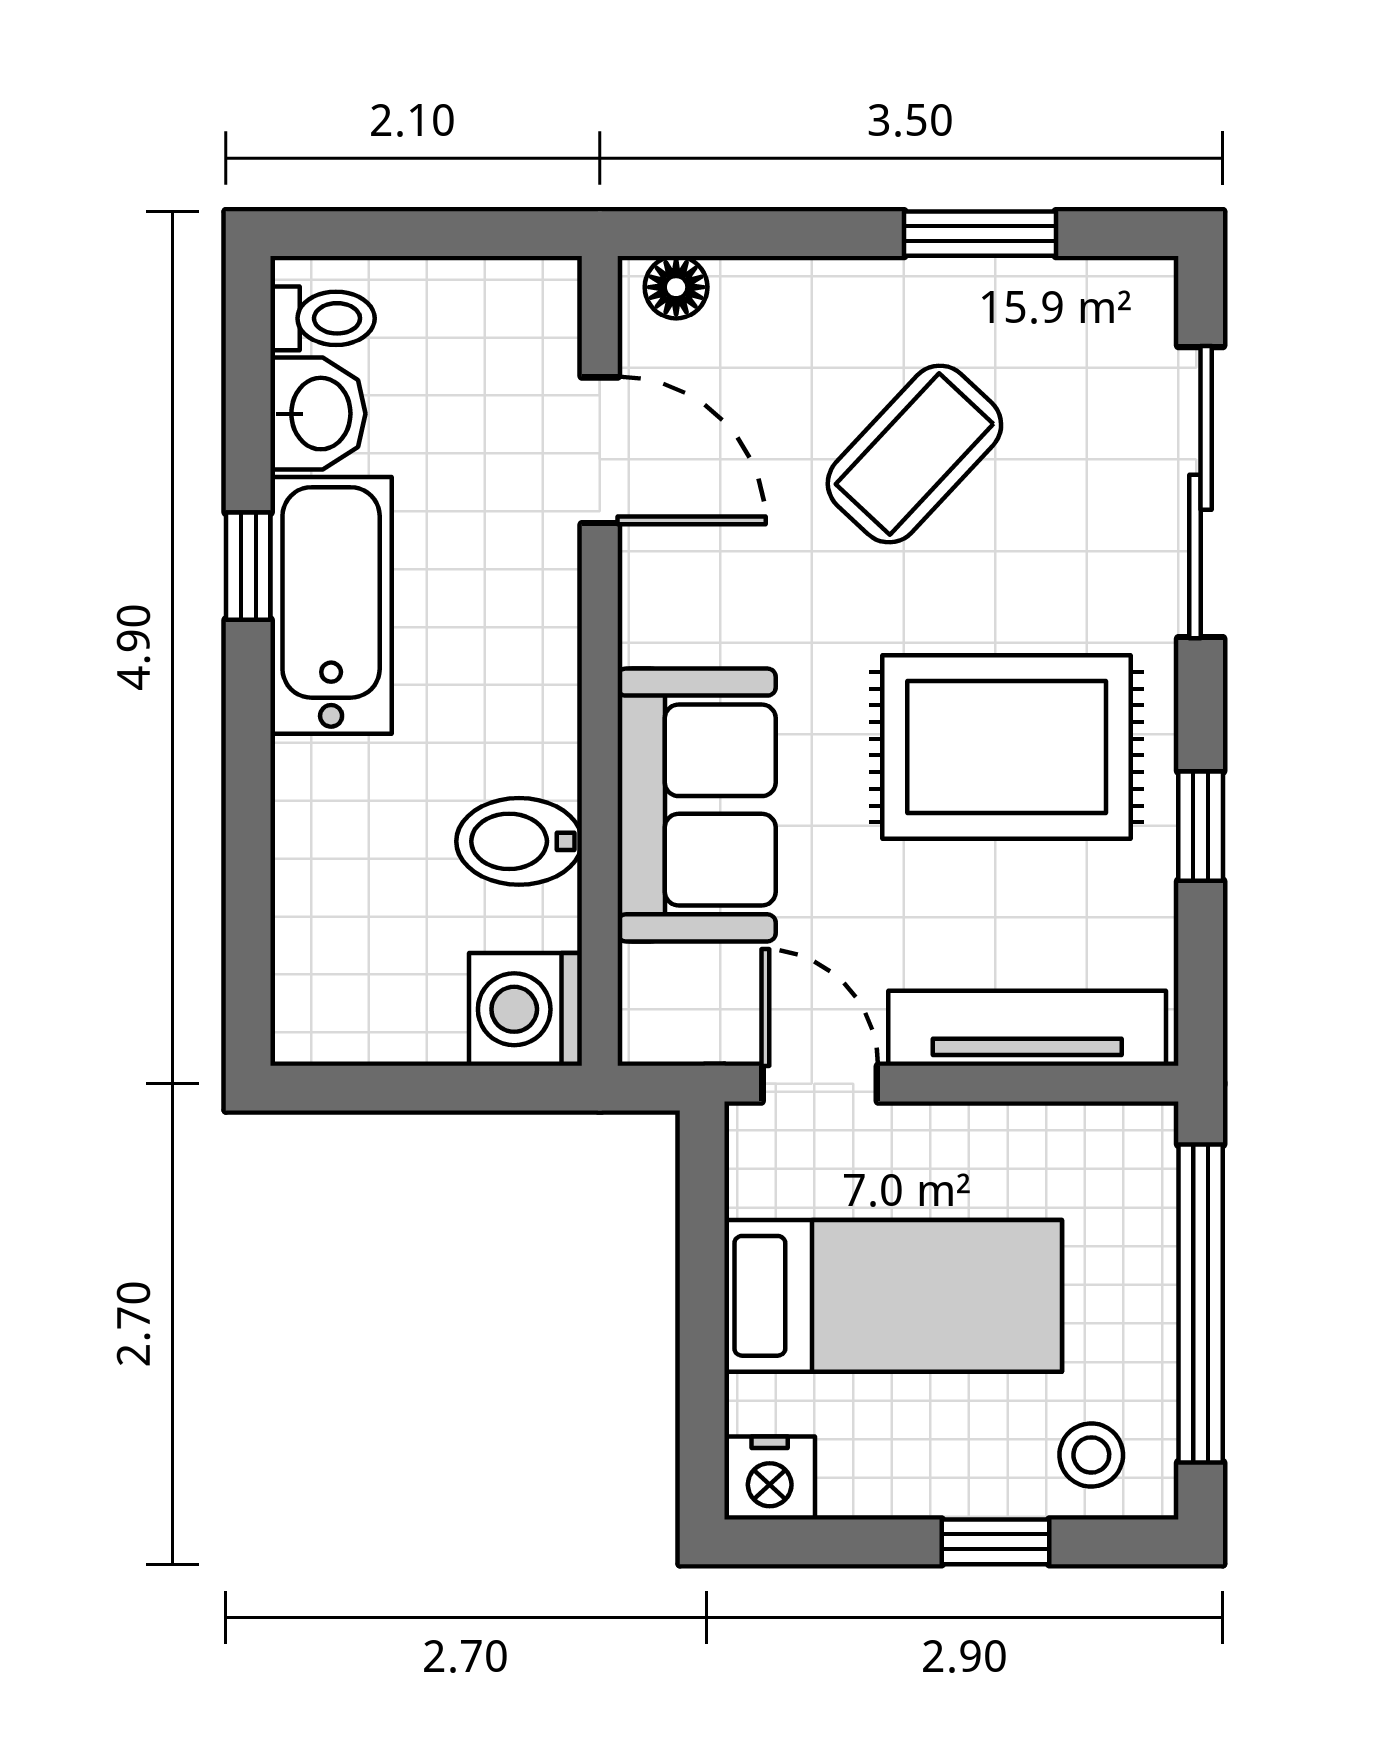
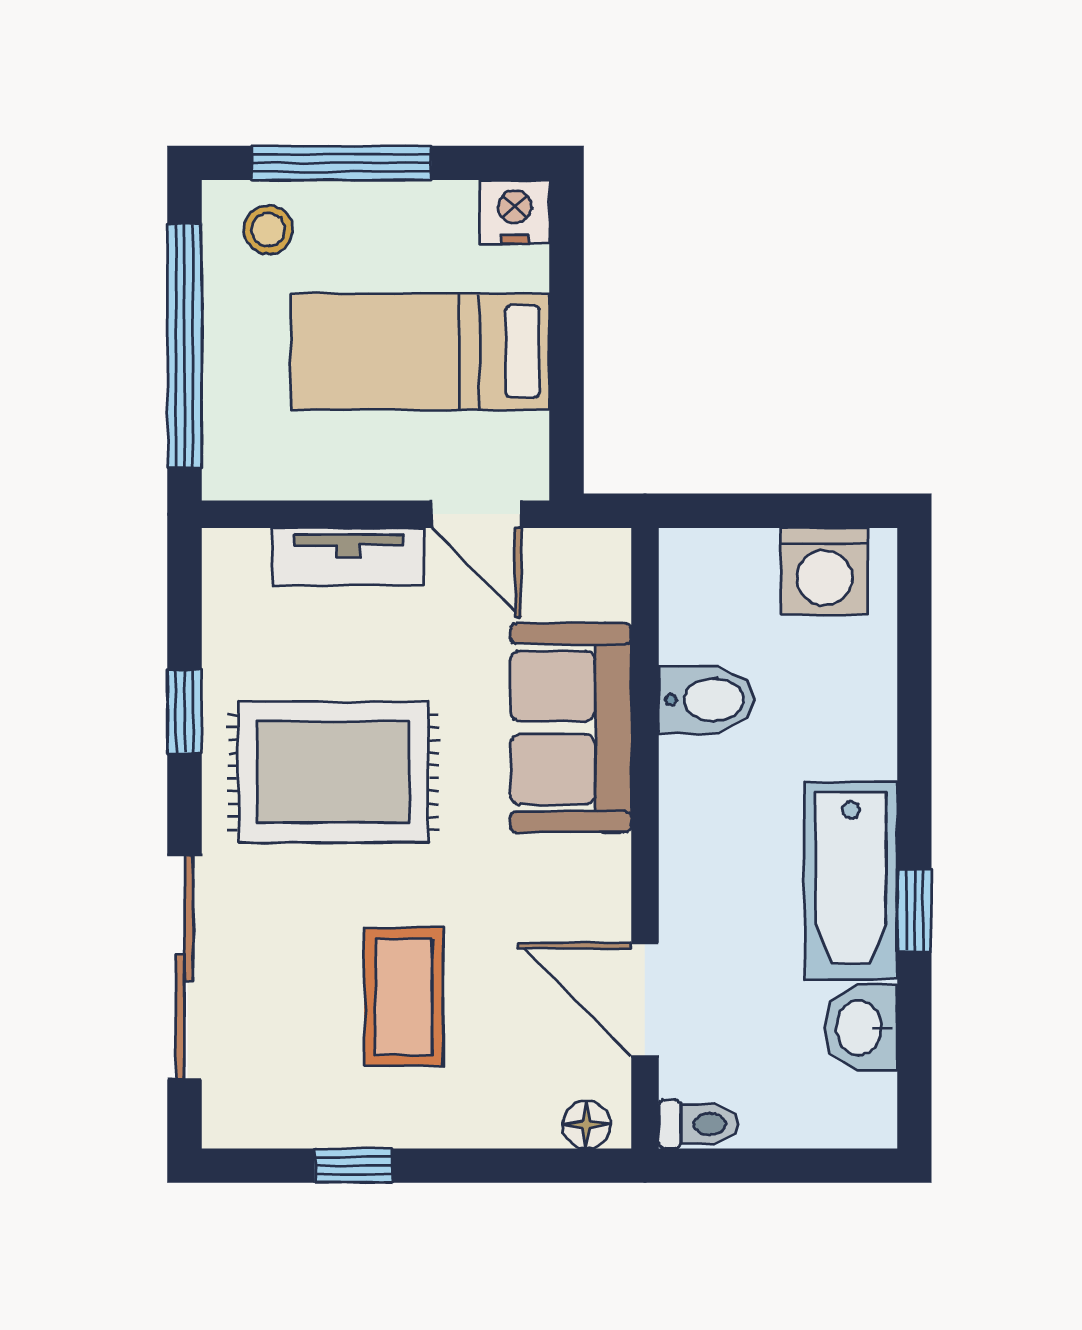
window: (980, 234) -> (354, 1166), width x0.67
toilet: (322, 318) -> (698, 1124), moved, turned 180
coffee table: (914, 454) -> (404, 997), turned -43
washing machine: (525, 1009) -> (824, 571), moved, turned 90
tv unit: (1027, 1028) -> (348, 557), width x0.71
window: (995, 1542) -> (342, 163), width x2.17

